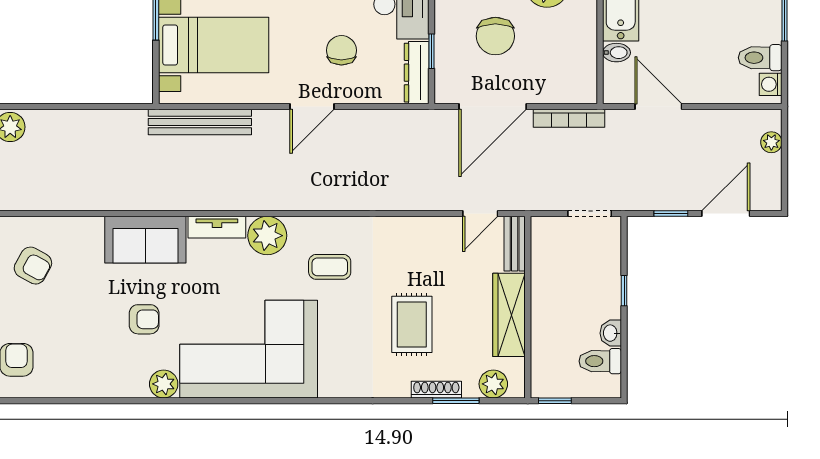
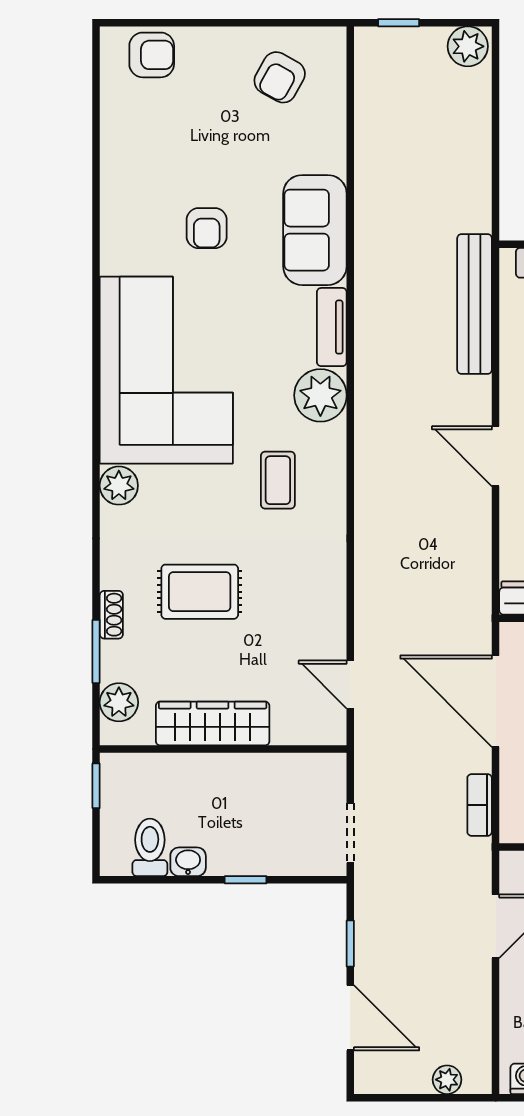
bookcase: (569, 118) -> (480, 805), width x0.64
bench: (515, 244) -> (309, 731), removed
plant: (164, 384) -> (119, 486), moved
shoe rack: (436, 390) -> (111, 615), width x0.70

